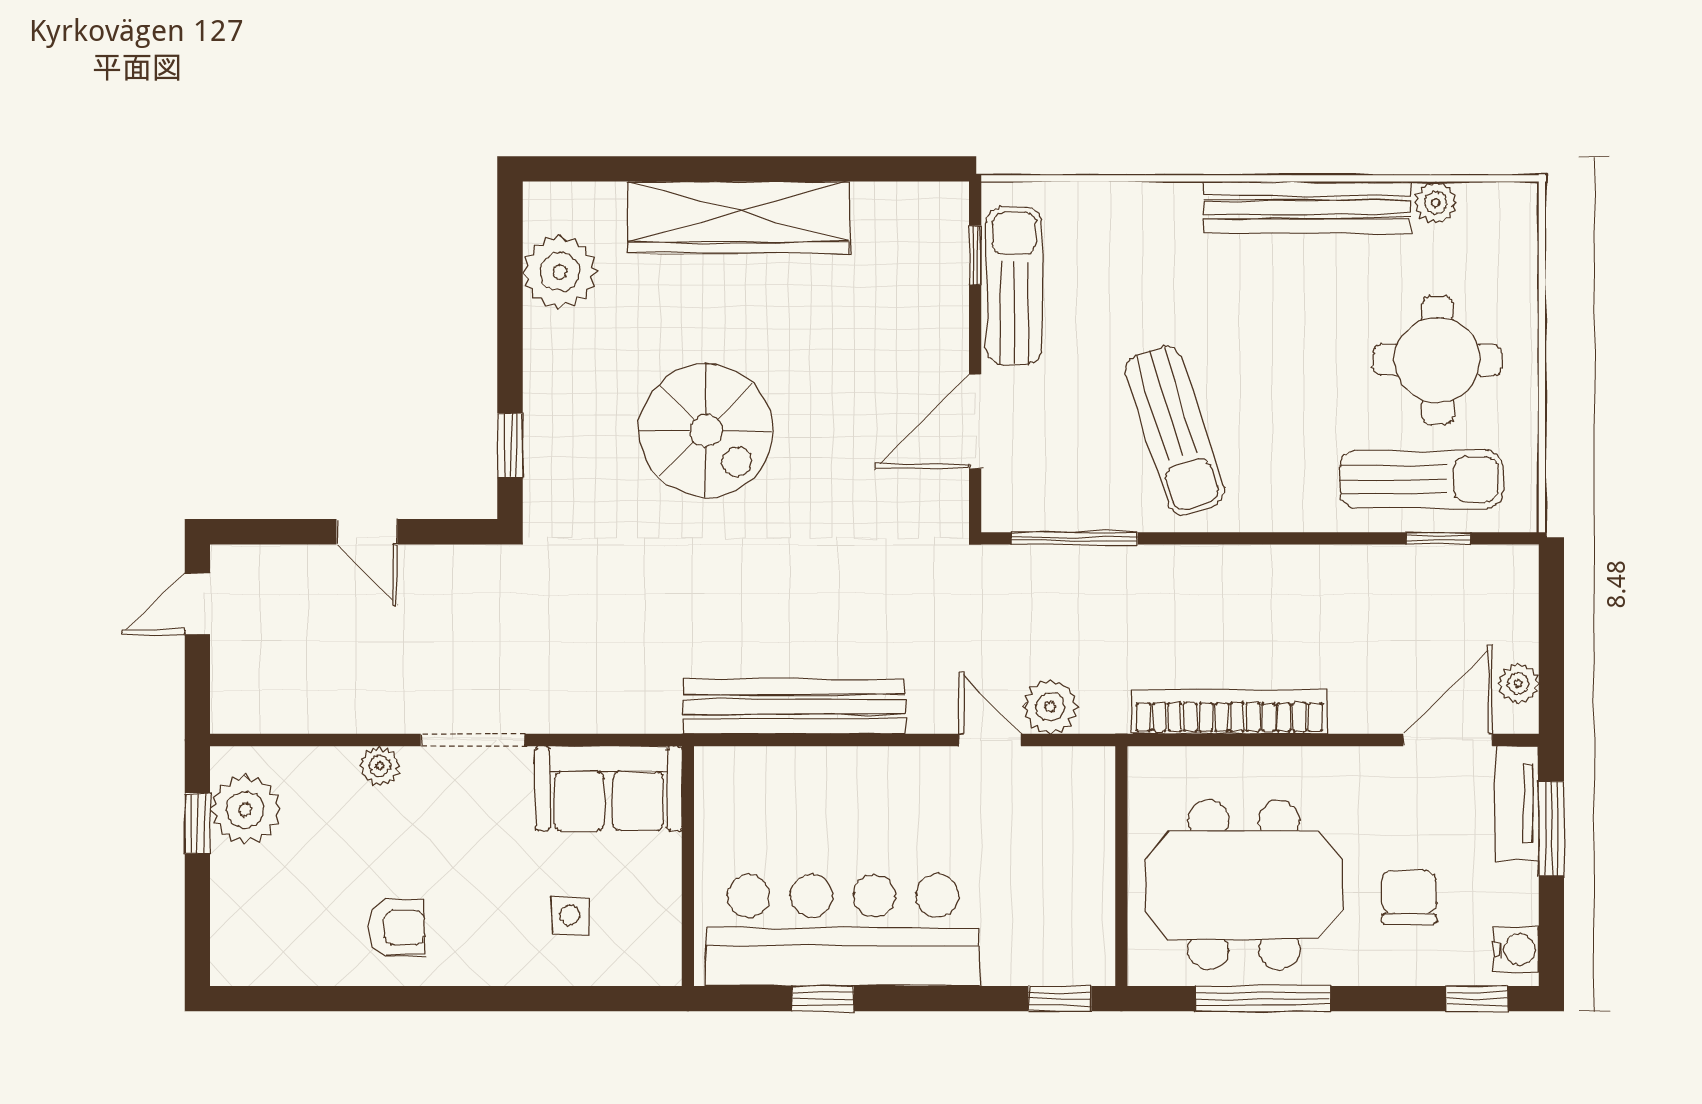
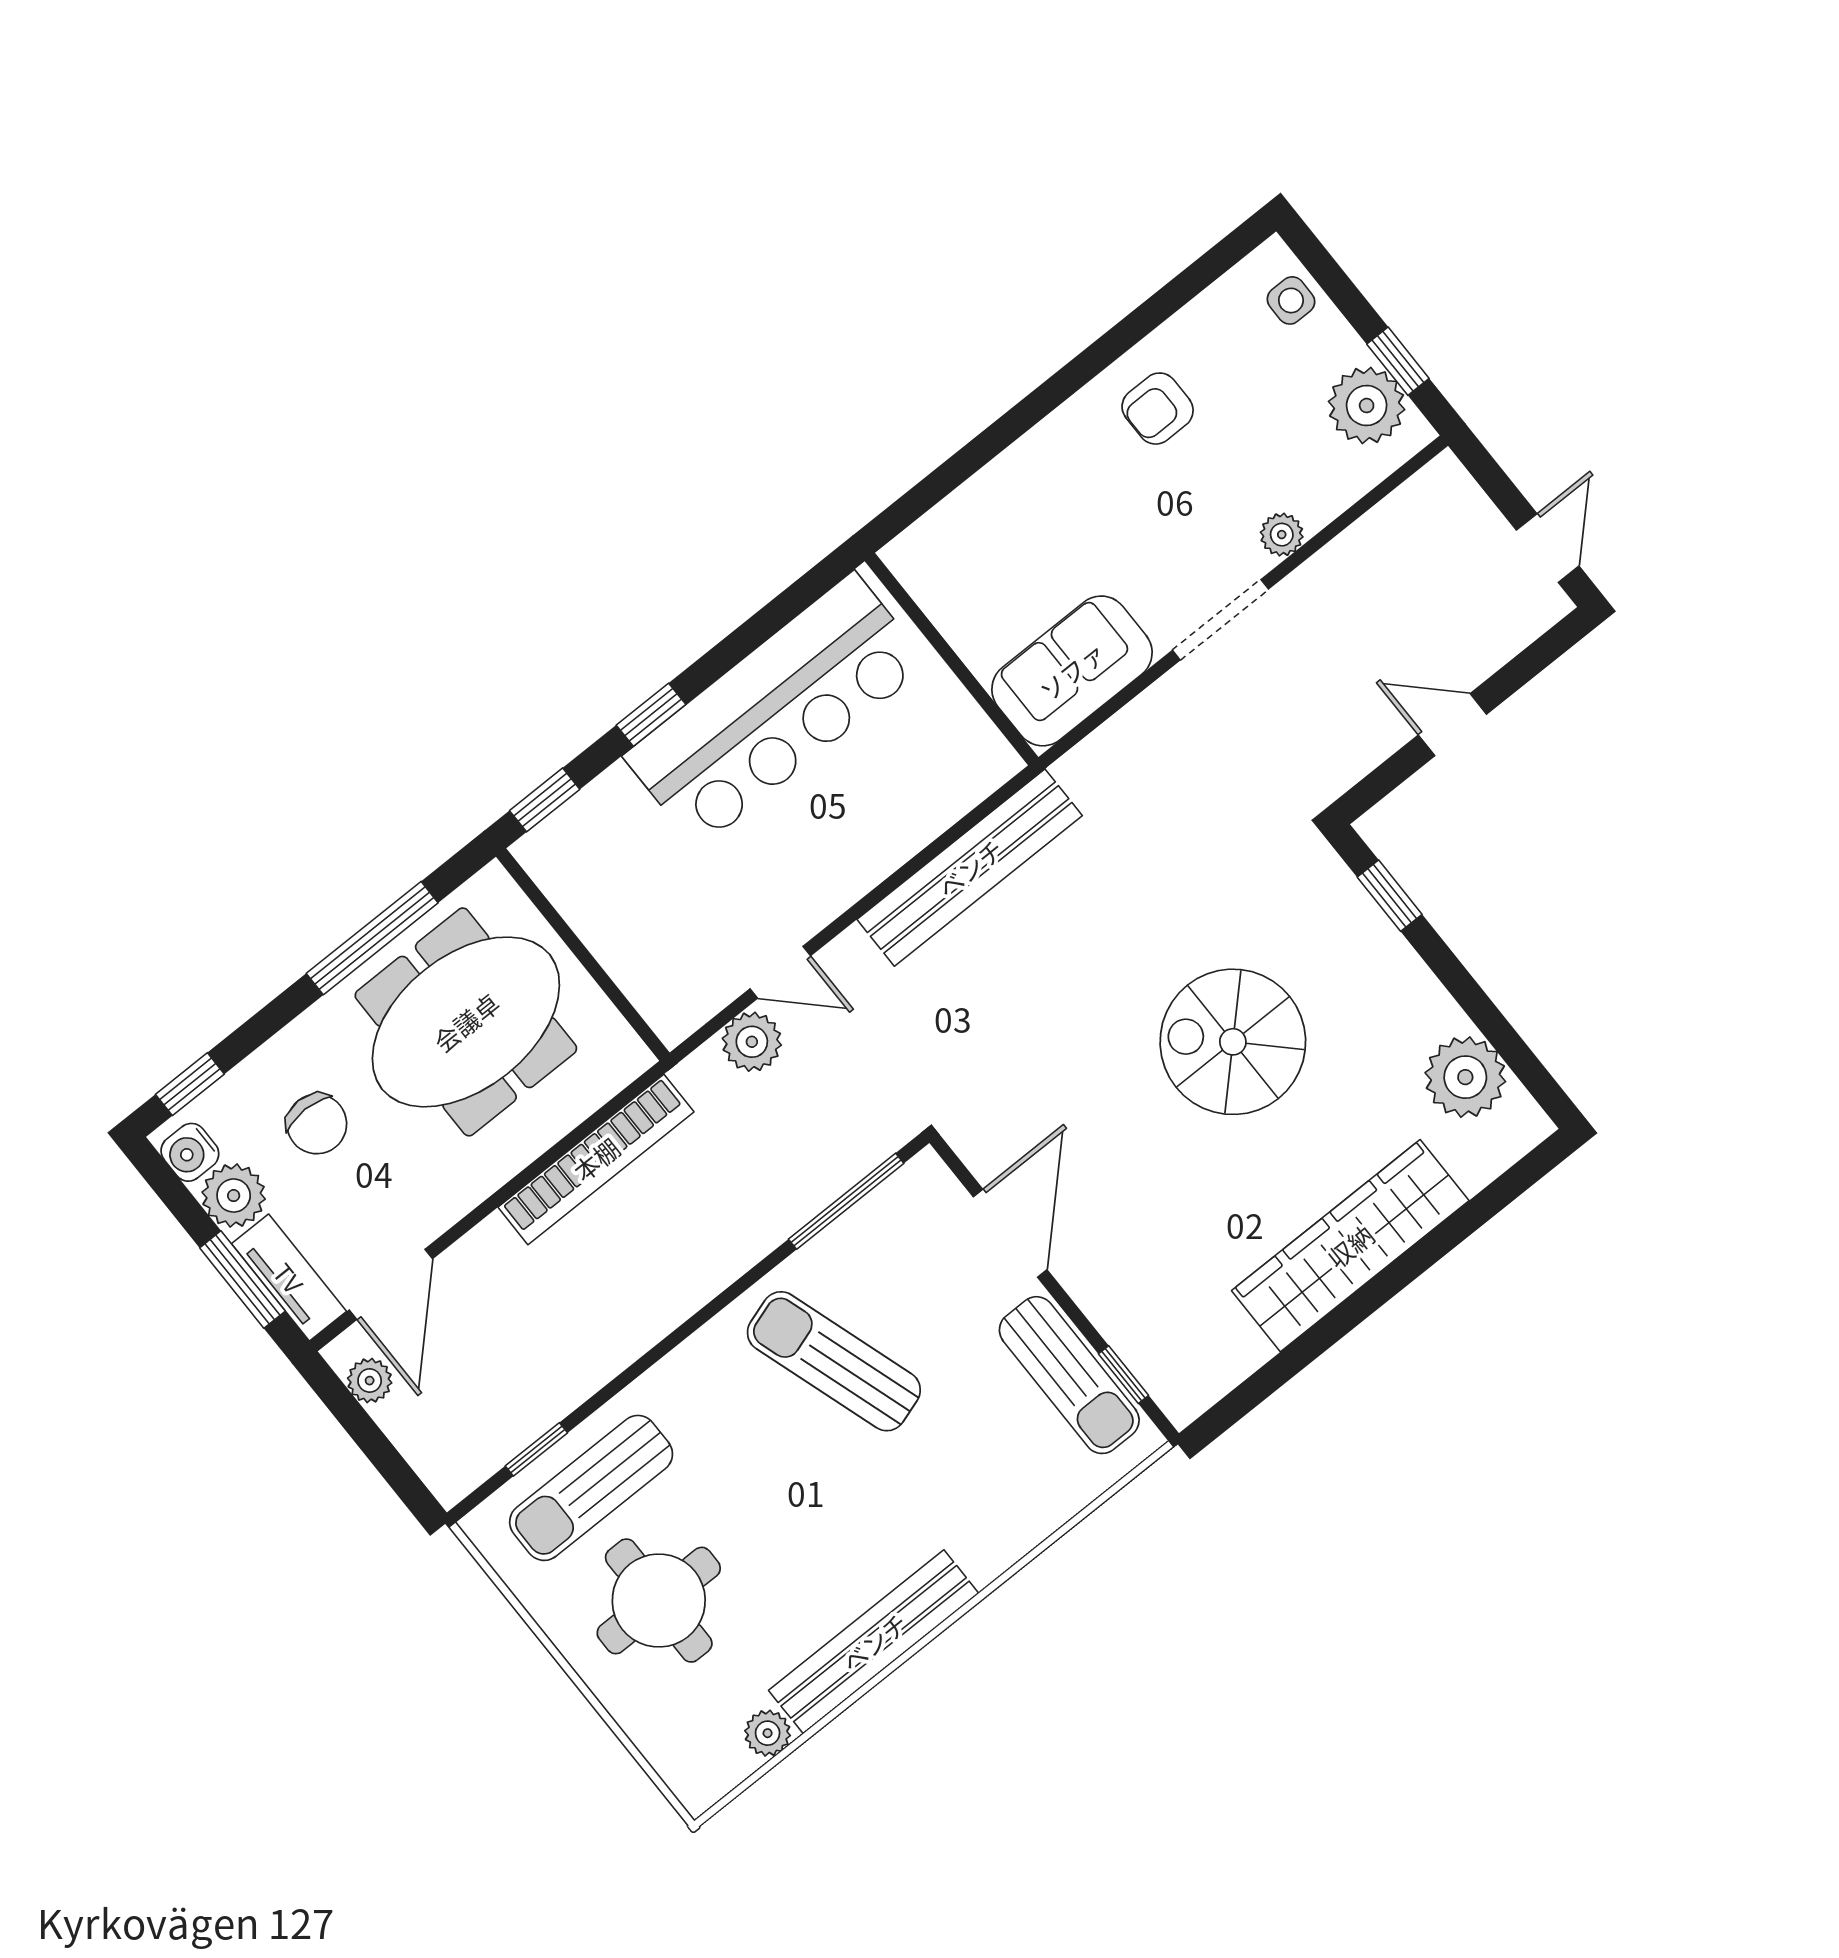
plant: (1510, 894) -> (234, 1196), added
side table: (570, 915) -> (1291, 300), moved
window: (823, 999) -> (651, 715), moved

